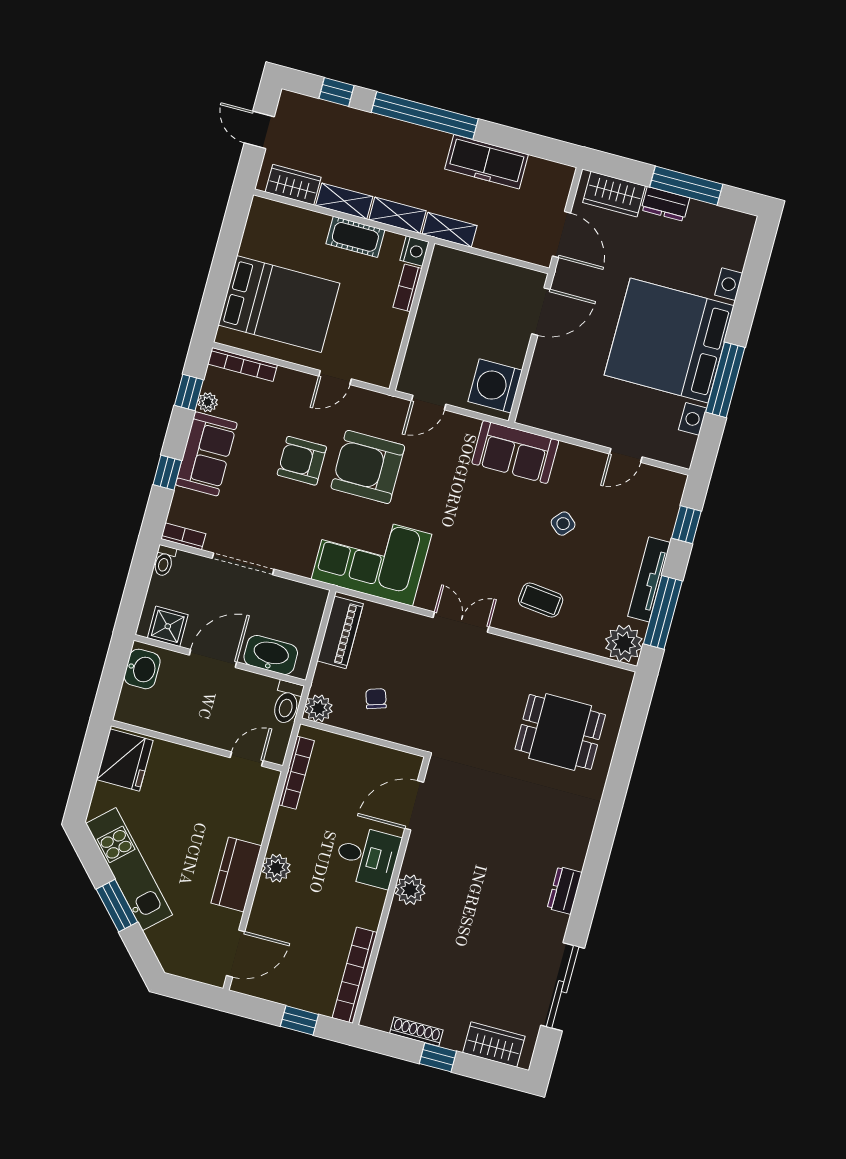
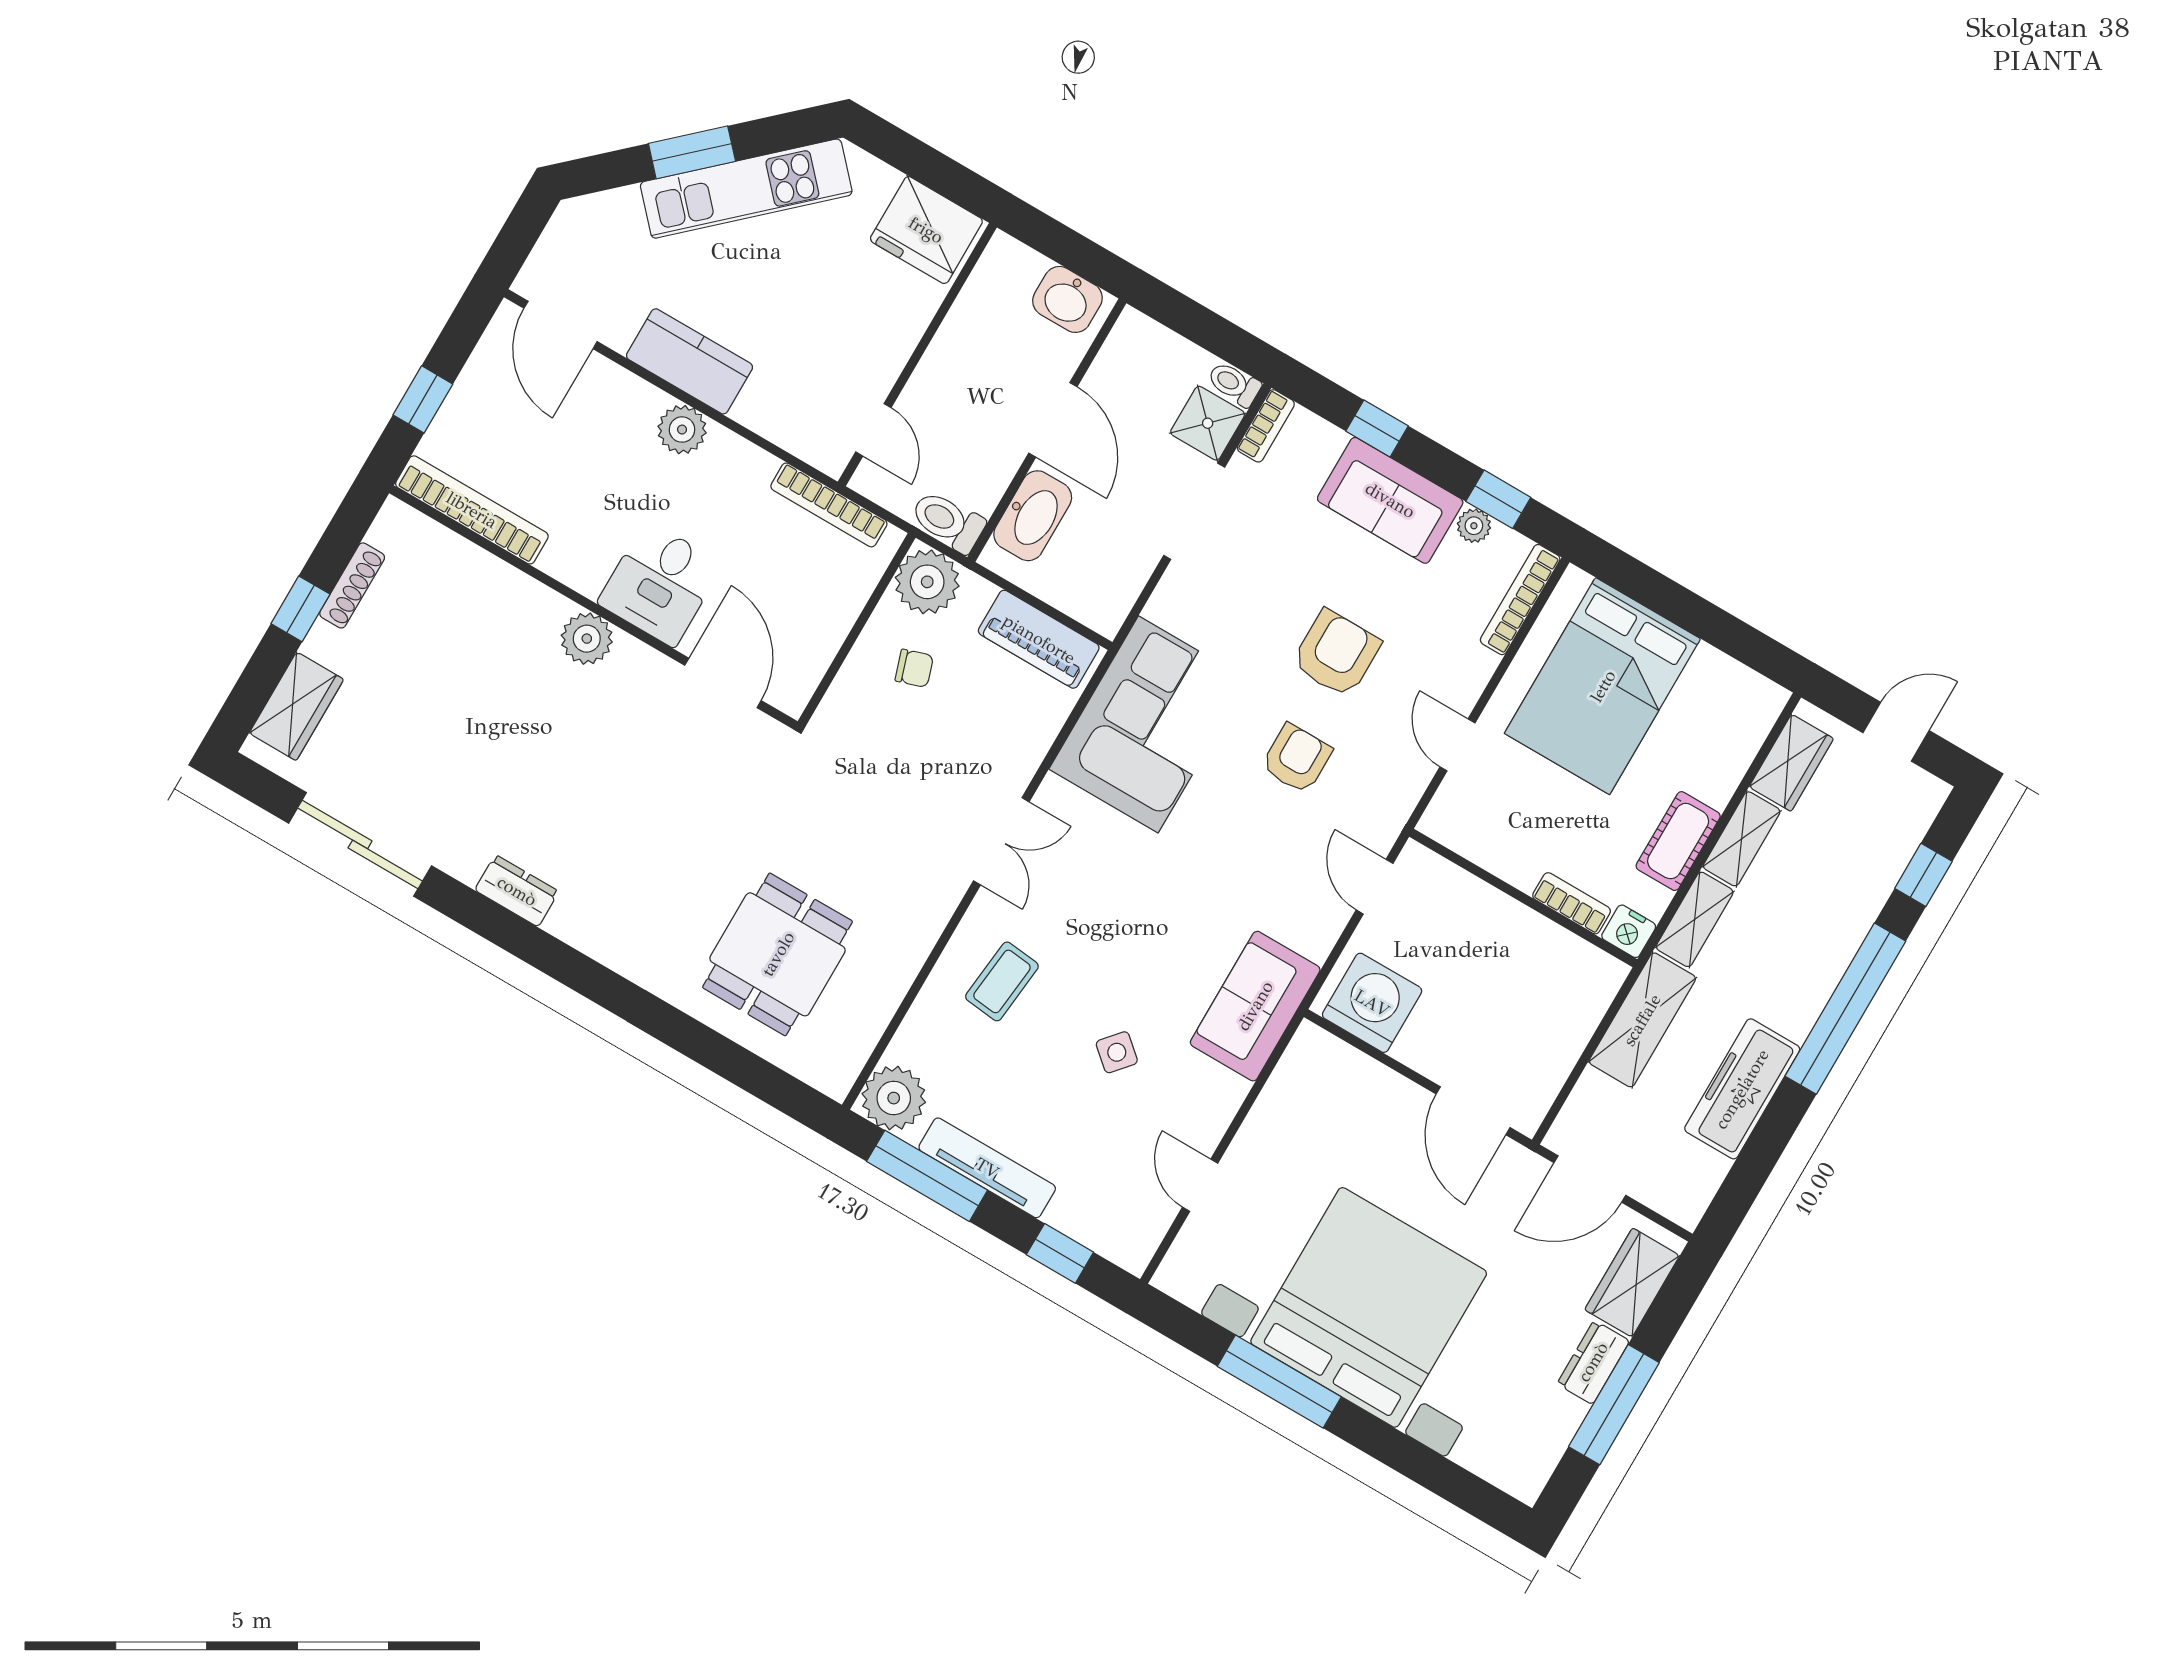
shelving: (450, 230) -> (1642, 1020), width x1.50, depth x1.33
armchair: (368, 467) -> (1297, 759), width x0.53, depth x0.53
shower: (168, 626) -> (1208, 423), moved
plant: (319, 708) -> (927, 582), width x1.36, depth x1.36

